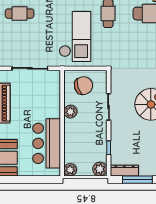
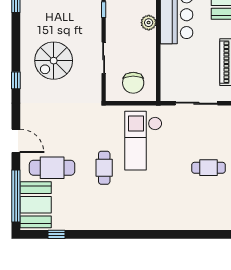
chair: (83, 86) -> (133, 83), turned -73
plant: (70, 112) -> (149, 23), moved

